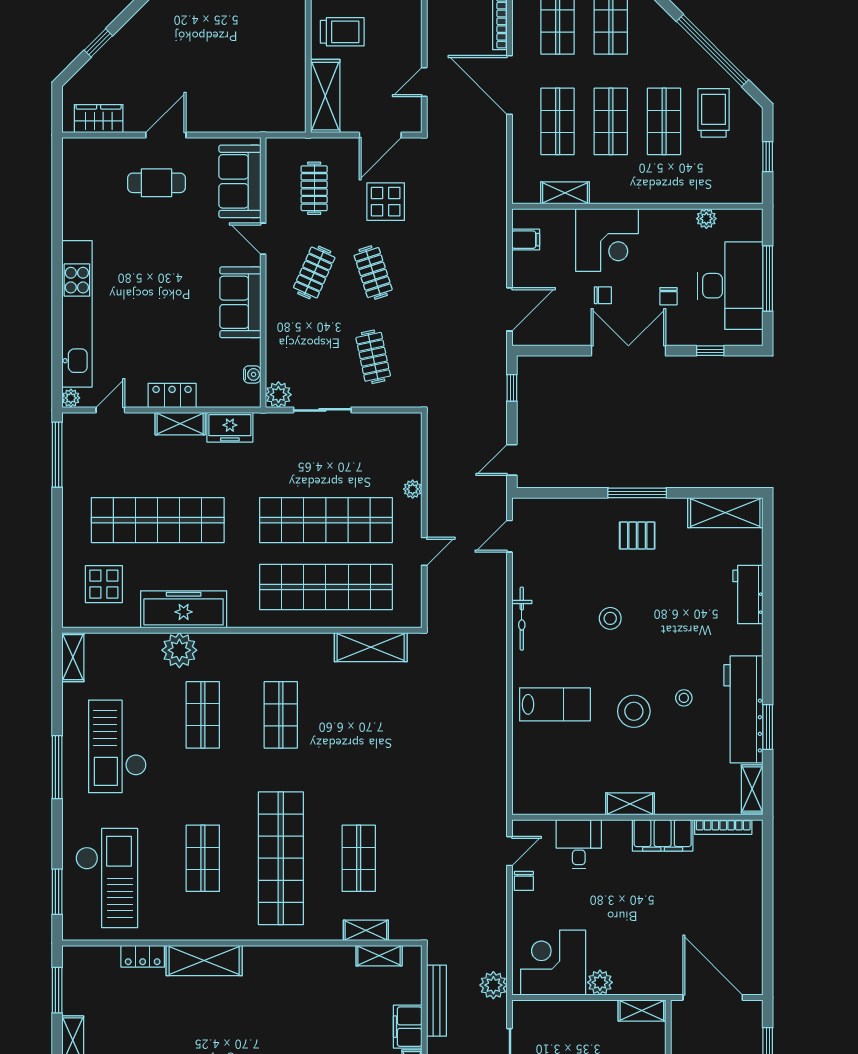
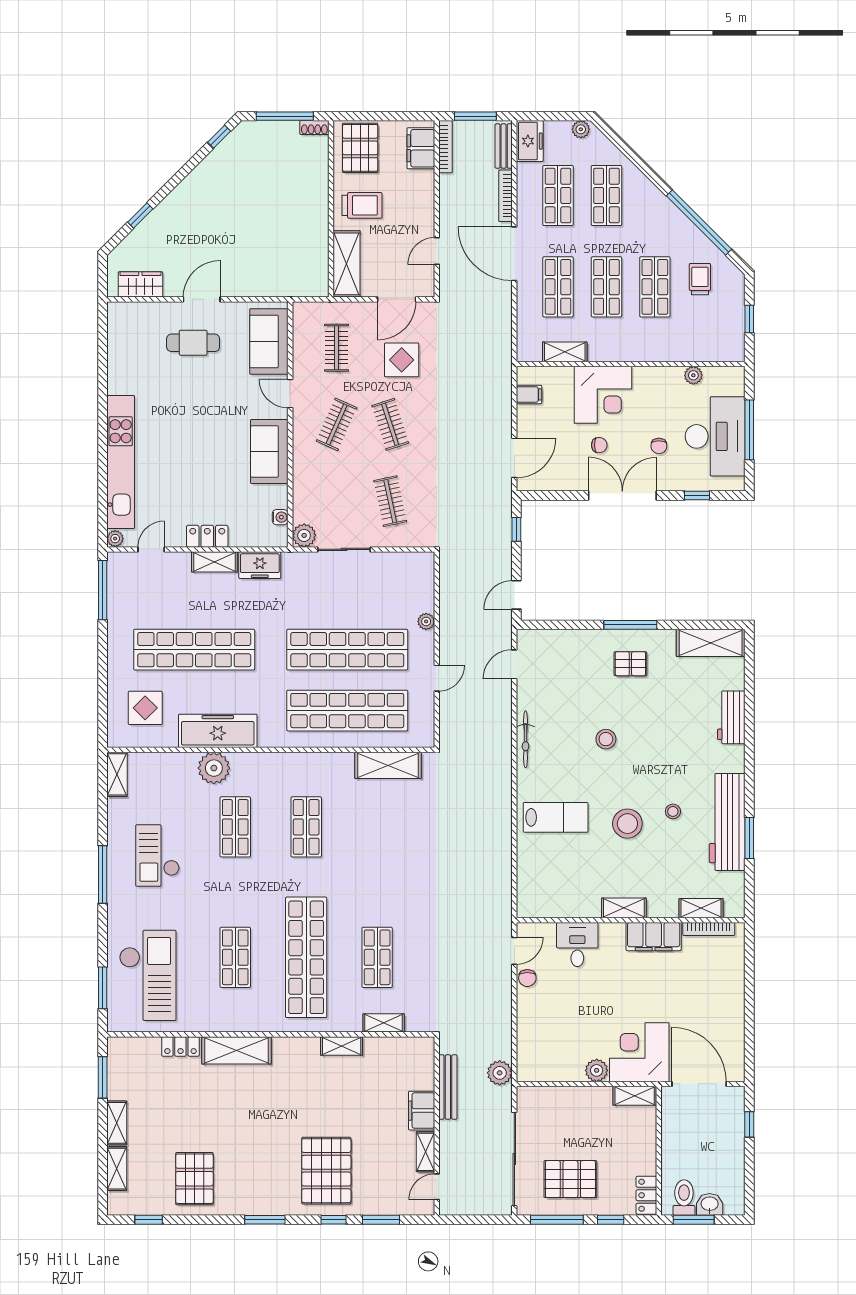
trolley: (714, 113) -> (700, 279), width x0.73, depth x0.72
checkout: (117, 746) -> (158, 856), width x0.73, depth x0.83
shelving: (752, 789) -> (701, 908), moved, turned 90
shelving: (379, 956) -> (342, 1046), moved
corner desk: (553, 963) -> (639, 1052), moved

